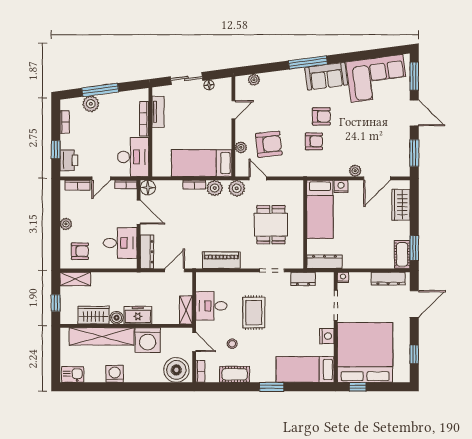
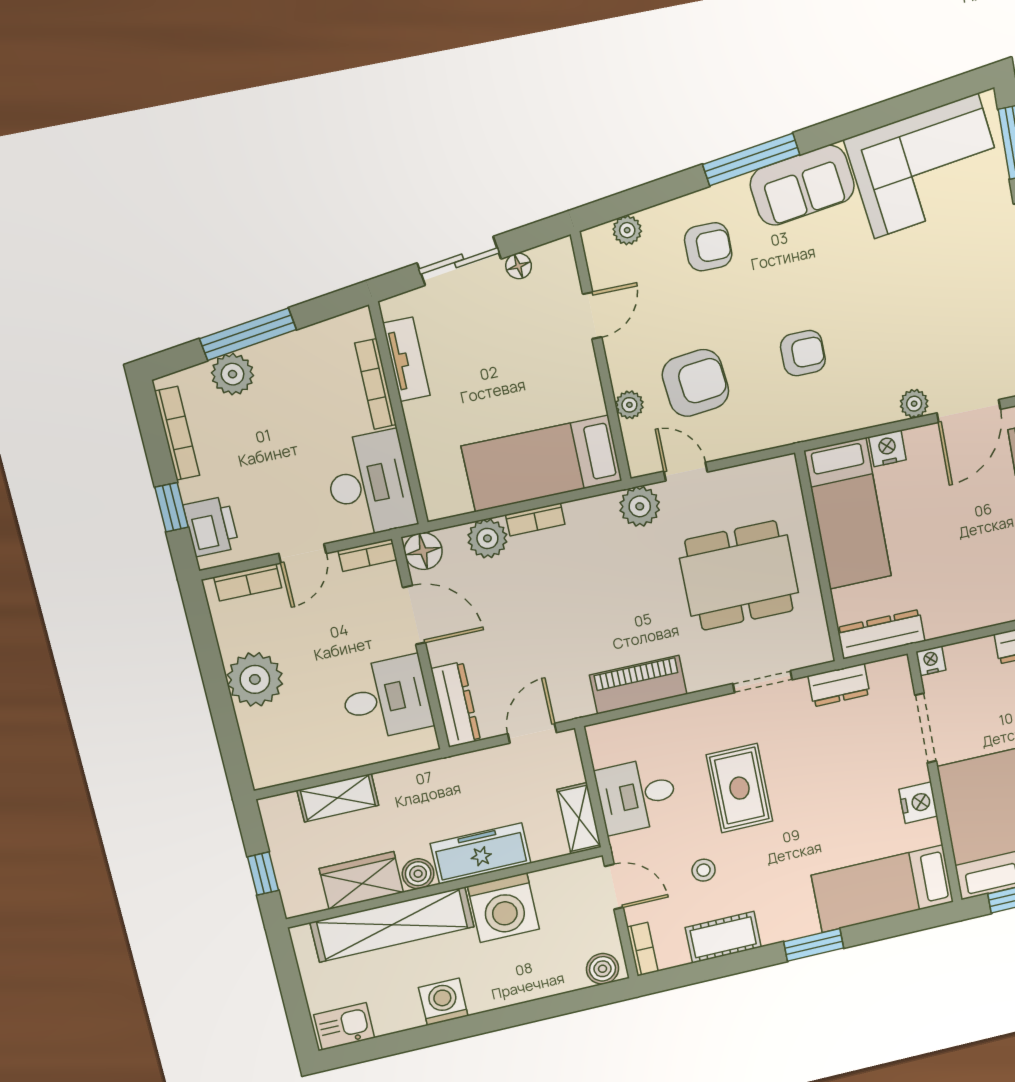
armchair: (321, 116) -> (708, 247), moved
bookcase: (65, 122) -> (177, 433), width x1.56
plant: (215, 188) -> (487, 538), moved
plant: (66, 224) -> (255, 679), width x1.87, depth x1.87
dining table: (271, 225) -> (739, 575), width x1.38
armchair: (80, 251) -> (292, 739), removed
shelving: (75, 279) -> (338, 798), moved
freezer: (138, 315) -> (481, 853), width x1.40
boiler: (176, 370) -> (603, 969), width x0.54, depth x0.54

